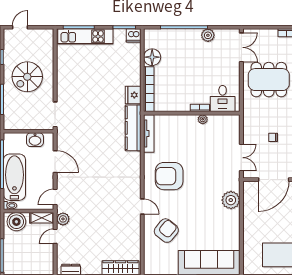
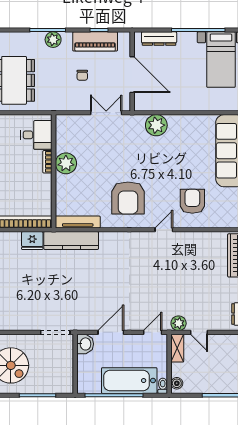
plant: (203, 119) -> (66, 163), width x1.87, depth x1.87
washbasin: (35, 140) -> (85, 344), moved
door: (55, 197) -> (153, 332), swing flipped
boiler: (16, 222) -> (177, 383), width x0.54, depth x0.54
armchair: (166, 231) -> (192, 201), turned 51

